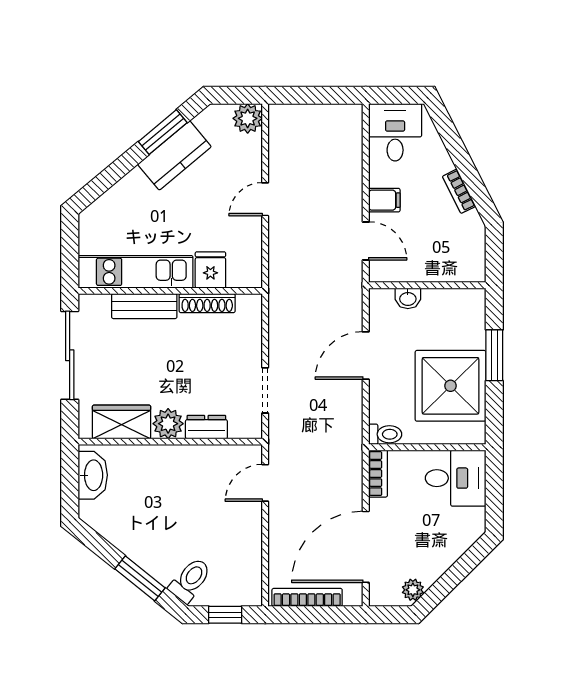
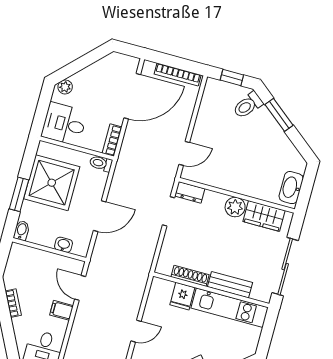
bidet: (476, 302) -> (22, 231), added
dresser: (206, 427) -> (190, 192), moved
plant: (413, 590) -> (65, 87), moved

